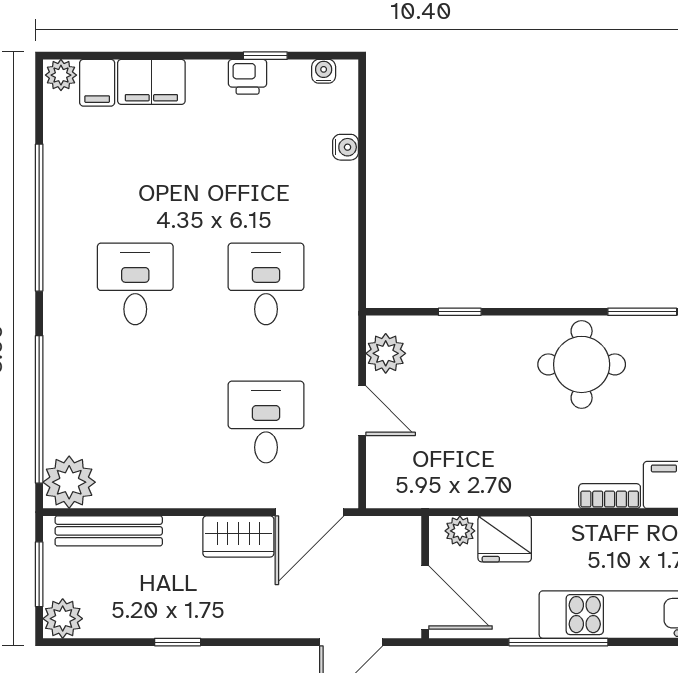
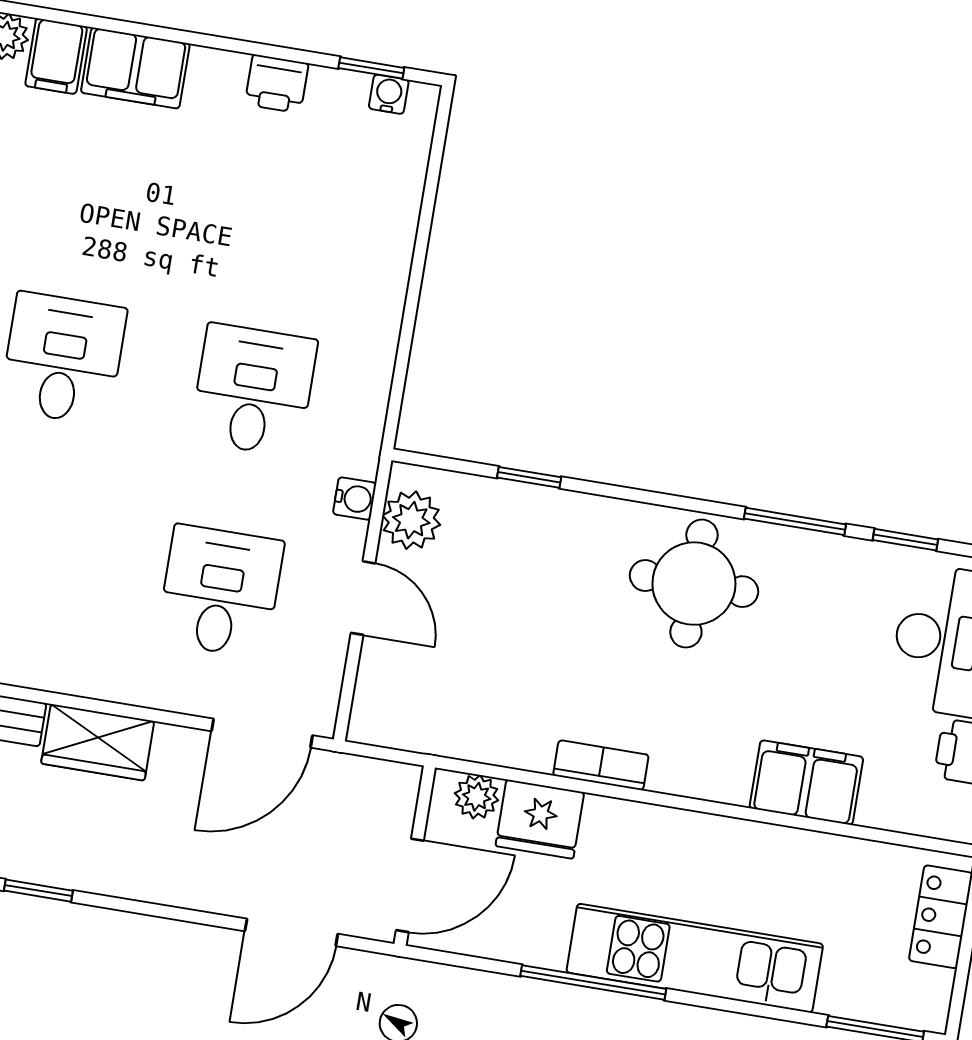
window: (265, 56) -> (371, 68), moved
water cooler: (345, 147) -> (355, 499), moved
bookcase: (610, 496) -> (601, 765), moved
wardrobe: (238, 536) -> (98, 742), moved
door: (425, 597) -> (410, 885), hinge flipped

